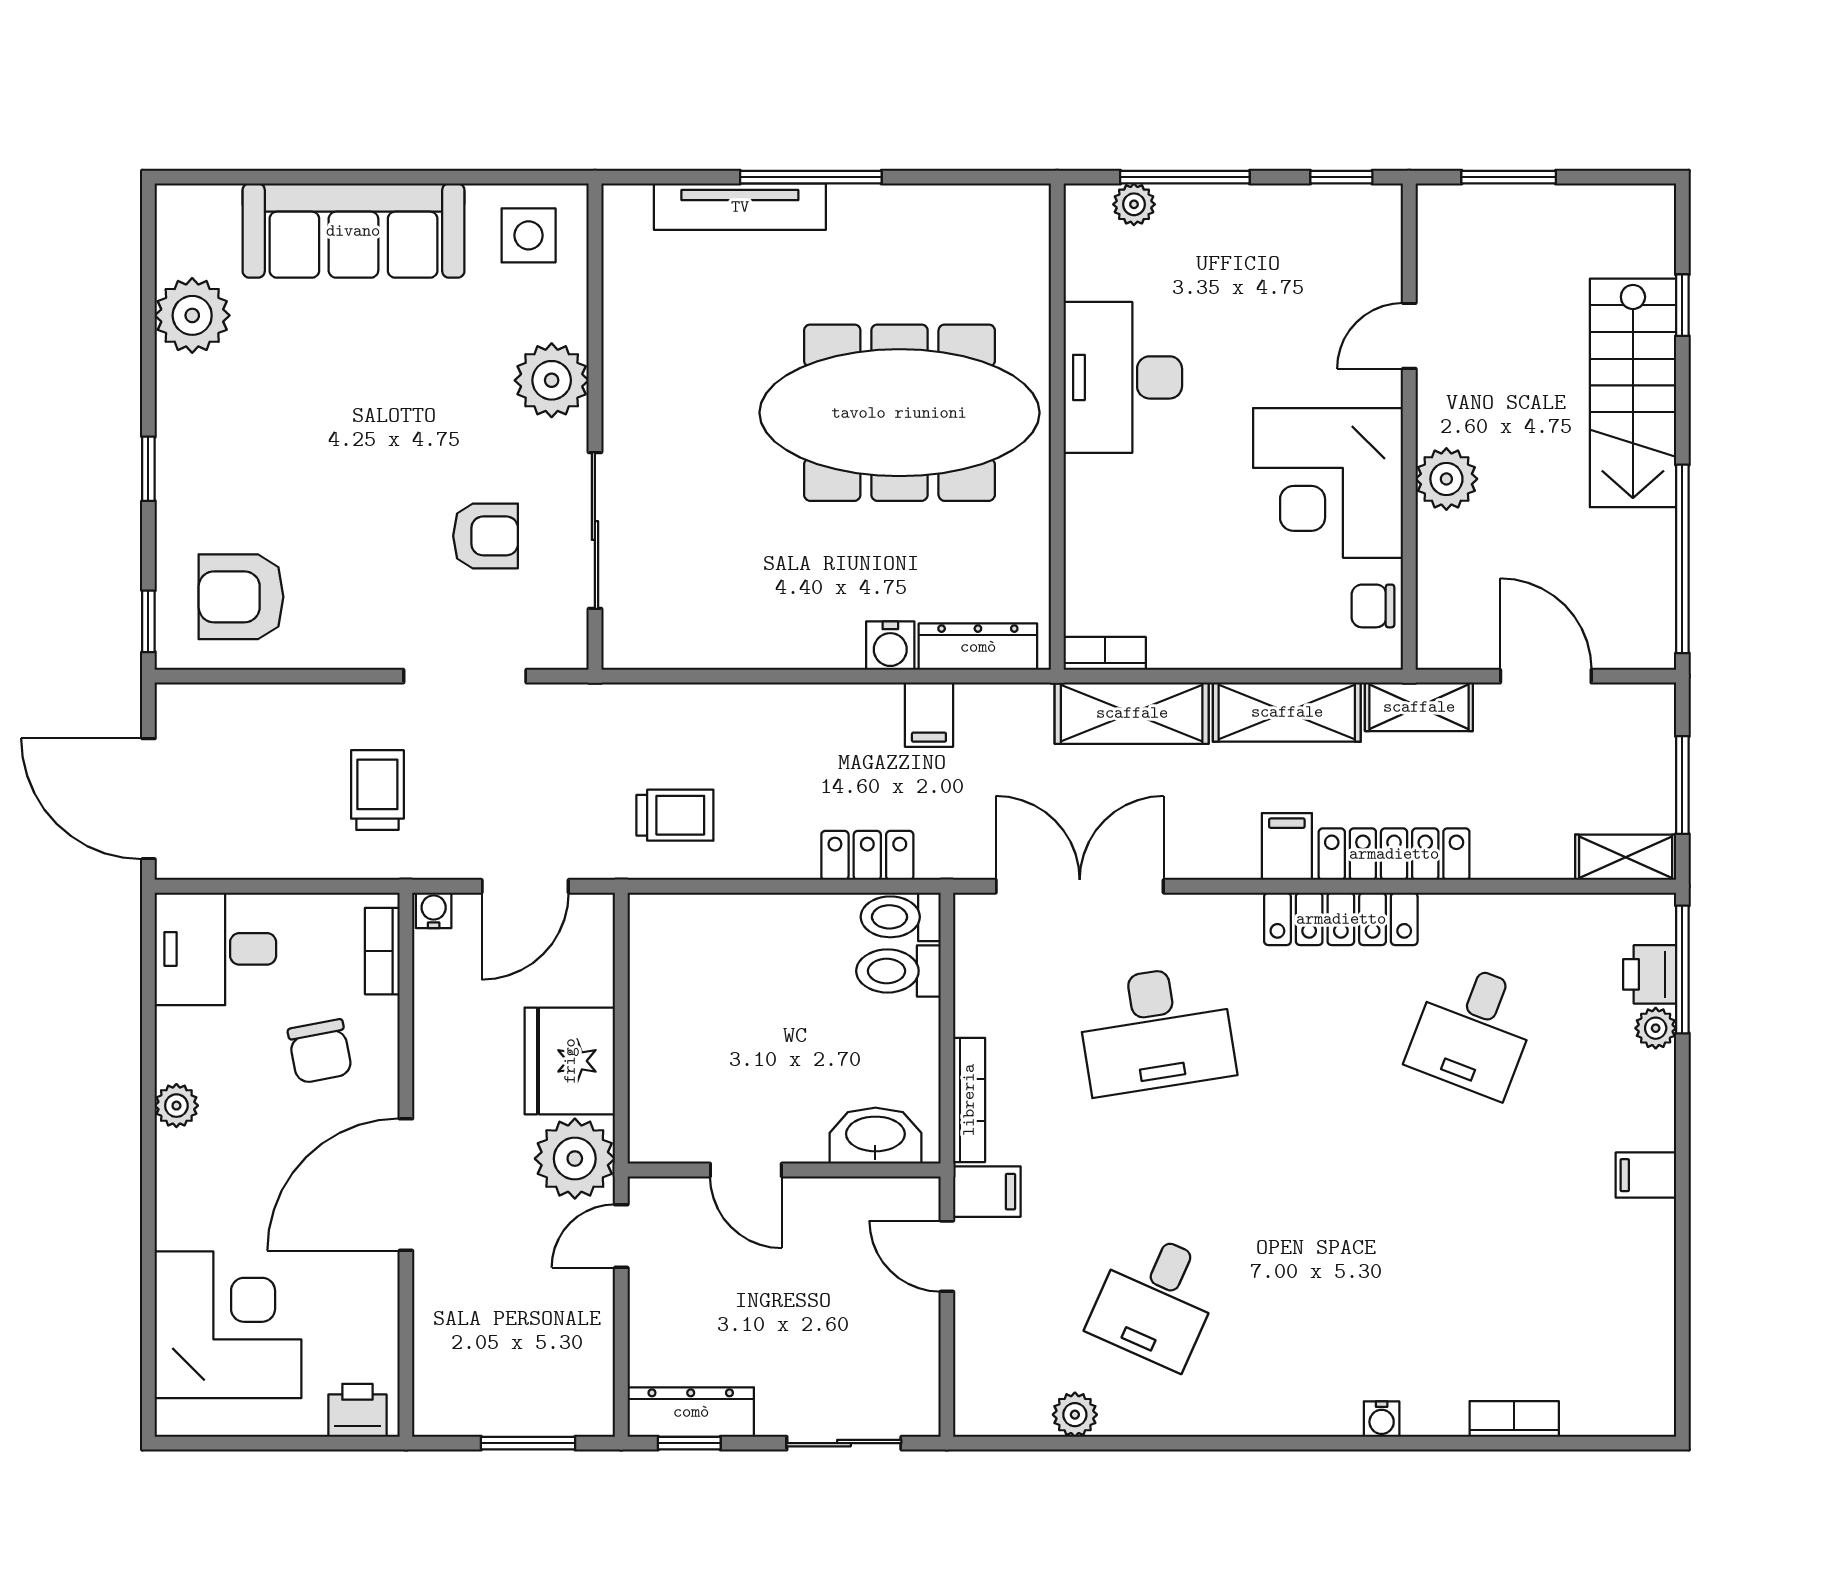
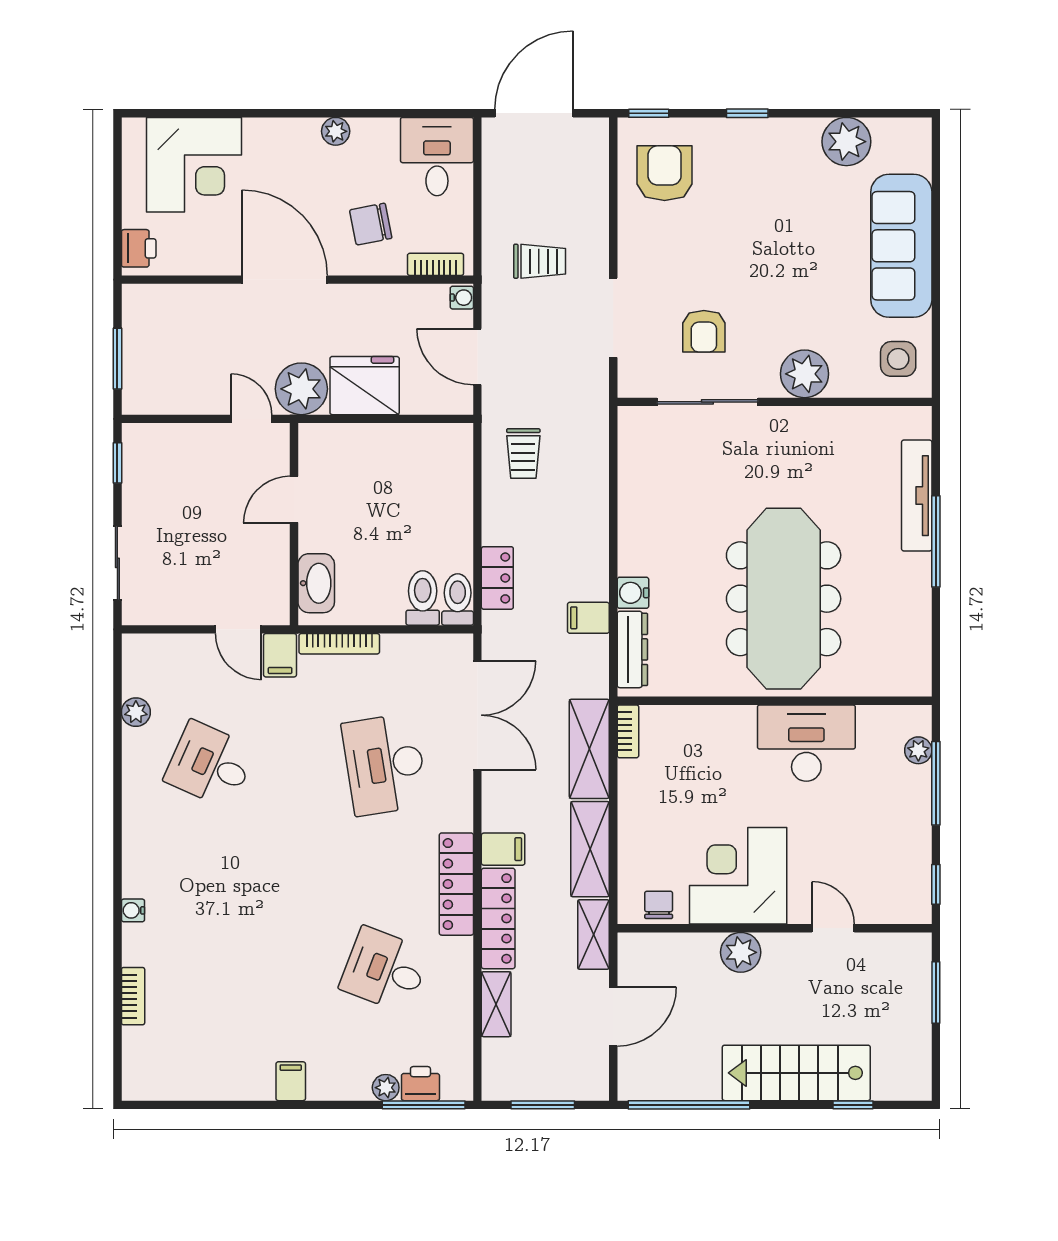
shelving: (1626, 857) -> (496, 1004), moved
door: (947, 1256) -> (238, 629), swing flipped
dresser: (691, 1412) -> (137, 464), removed

